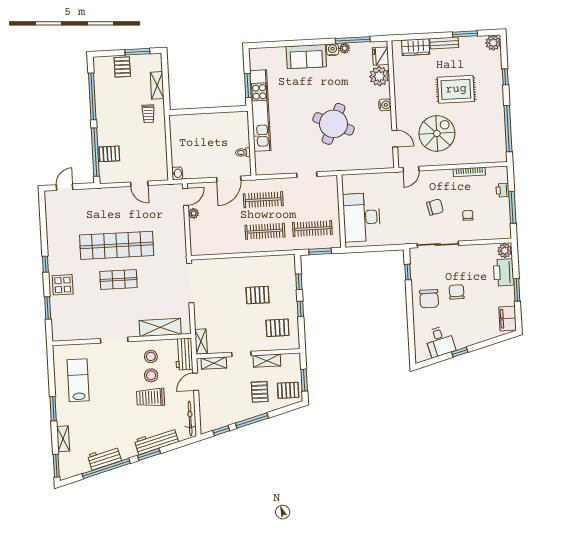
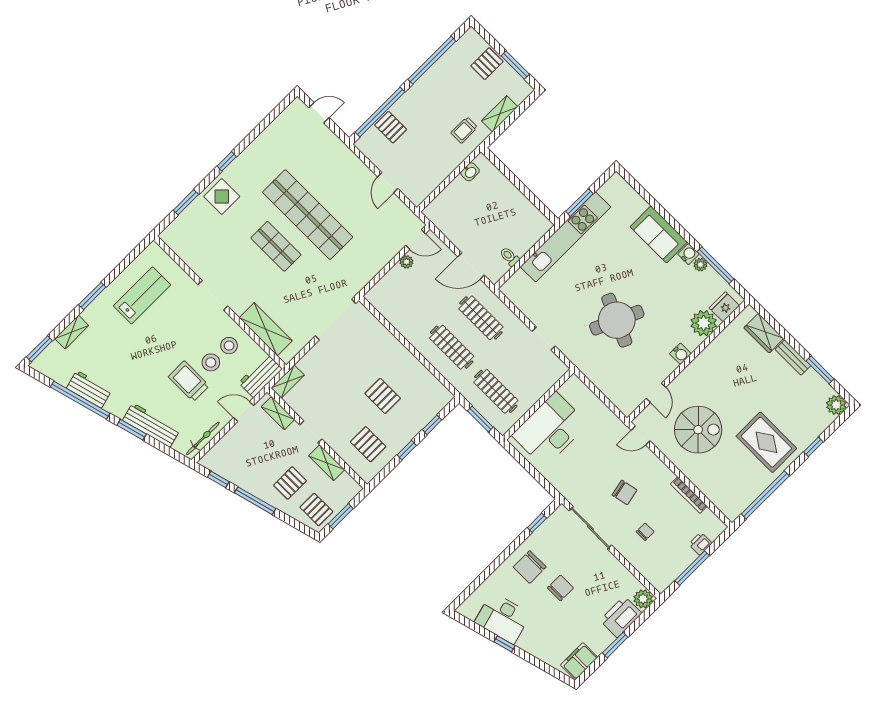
rug: (456, 89) -> (766, 442), moved
washbasin: (177, 173) -> (470, 172), moved
desk: (440, 341) -> (503, 618), width x1.37

